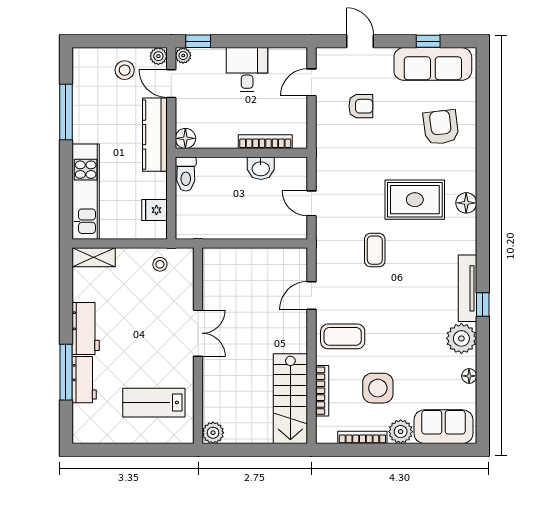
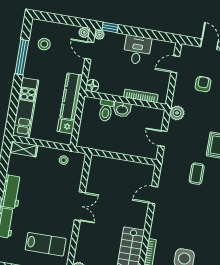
stool: (125, 70) -> (44, 44), moved
armchair: (361, 106) -> (203, 84), turned -90
kitchen counter: (155, 135) -> (71, 96), moved
plant: (327, 159) -> (177, 113), added
washbasin: (261, 168) -> (122, 109), moved
toilet: (186, 174) -> (106, 110), moved
coffee table: (343, 336) -> (168, 223), removed
lab bench: (154, 403) -> (46, 244), turned 180

